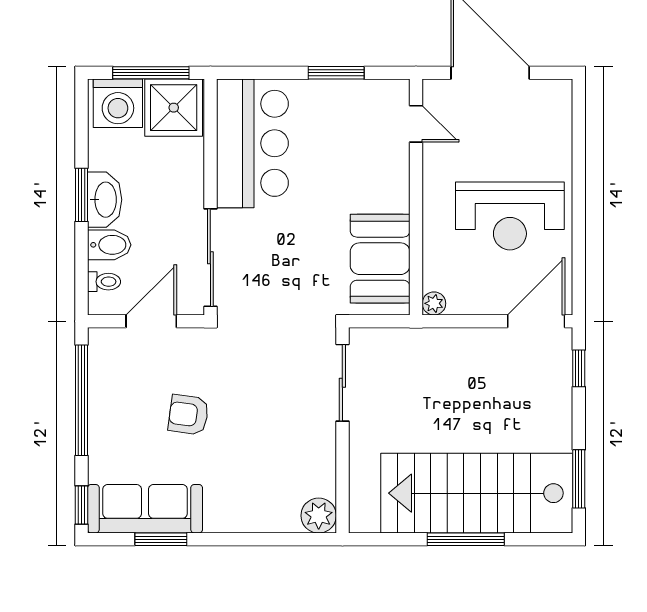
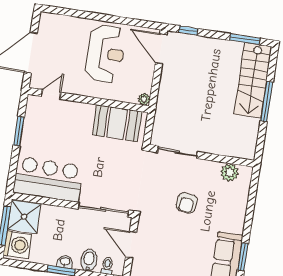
washbasin: (105, 200) -> (65, 262), width x0.52, depth x0.69
armchair: (188, 415) -> (187, 203), moved
stairs: (477, 493) -> (253, 80), width x0.73, depth x0.66
plant: (319, 516) -> (229, 172), moved

